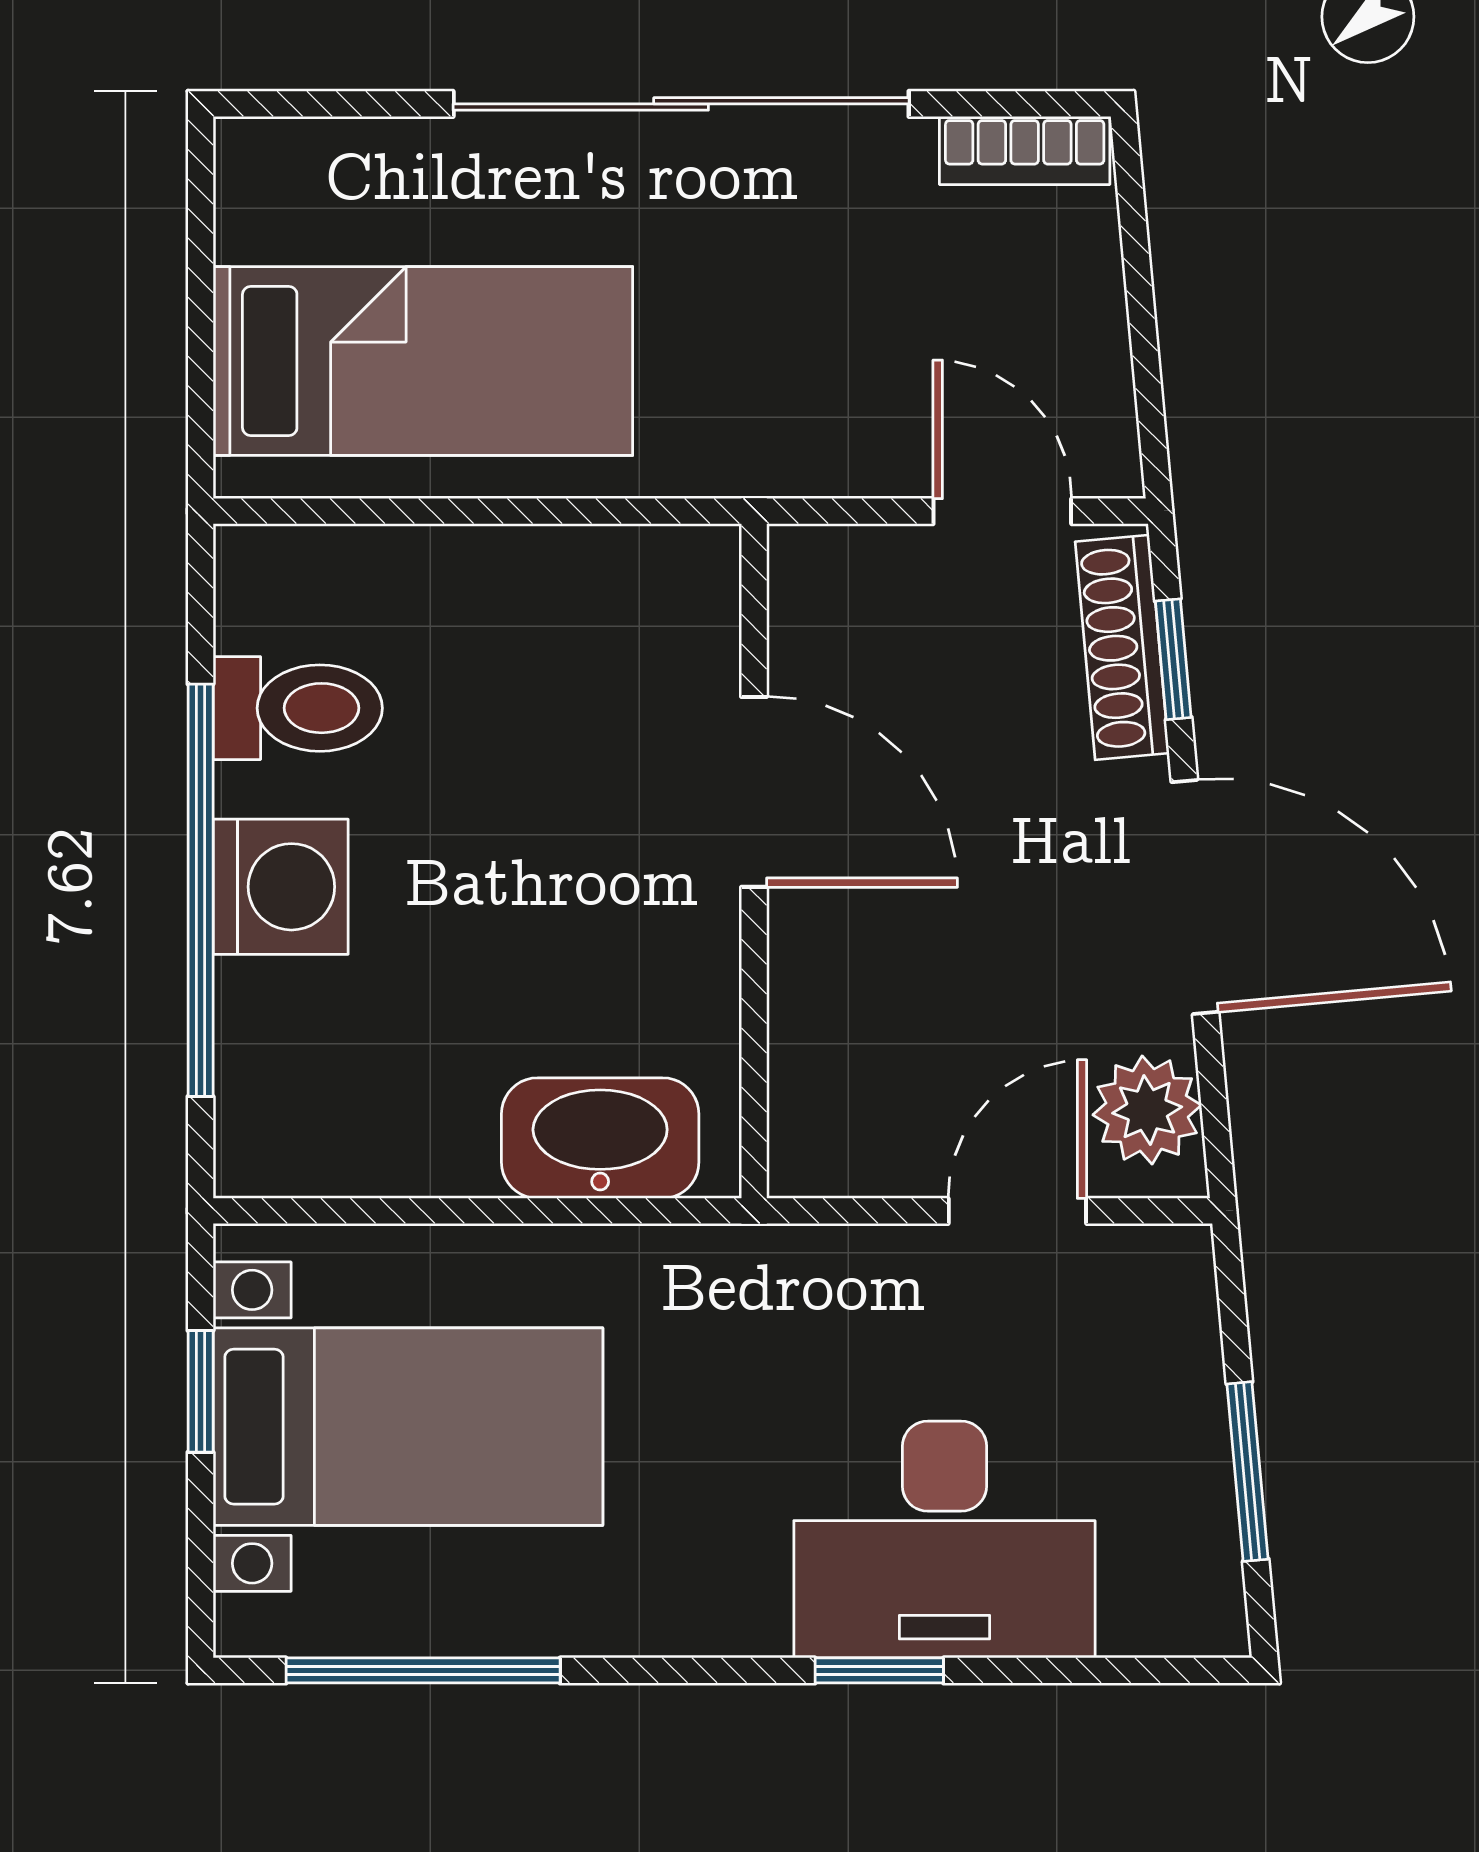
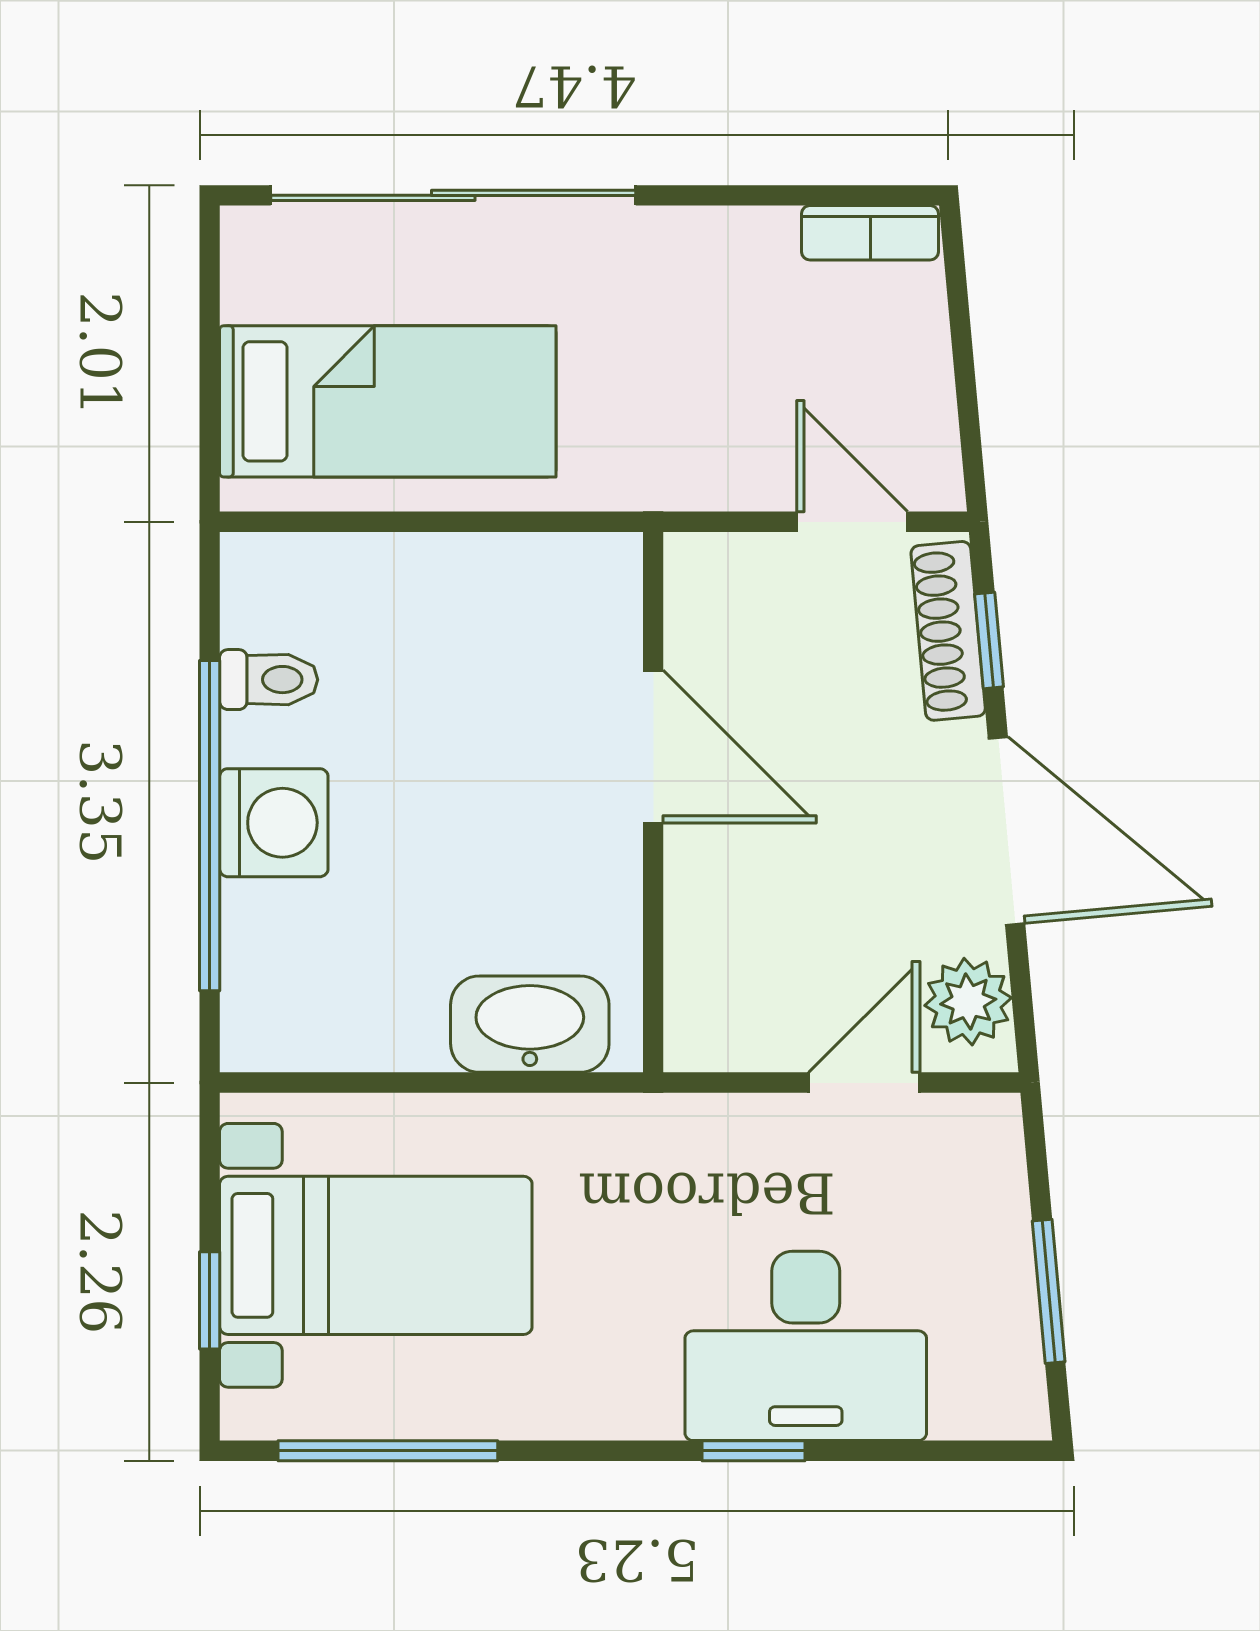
sliding door: (681, 104) -> (453, 195), moved
toilet: (298, 708) -> (269, 680), width x0.73, depth x0.72
window: (201, 1391) -> (210, 1300), moved

